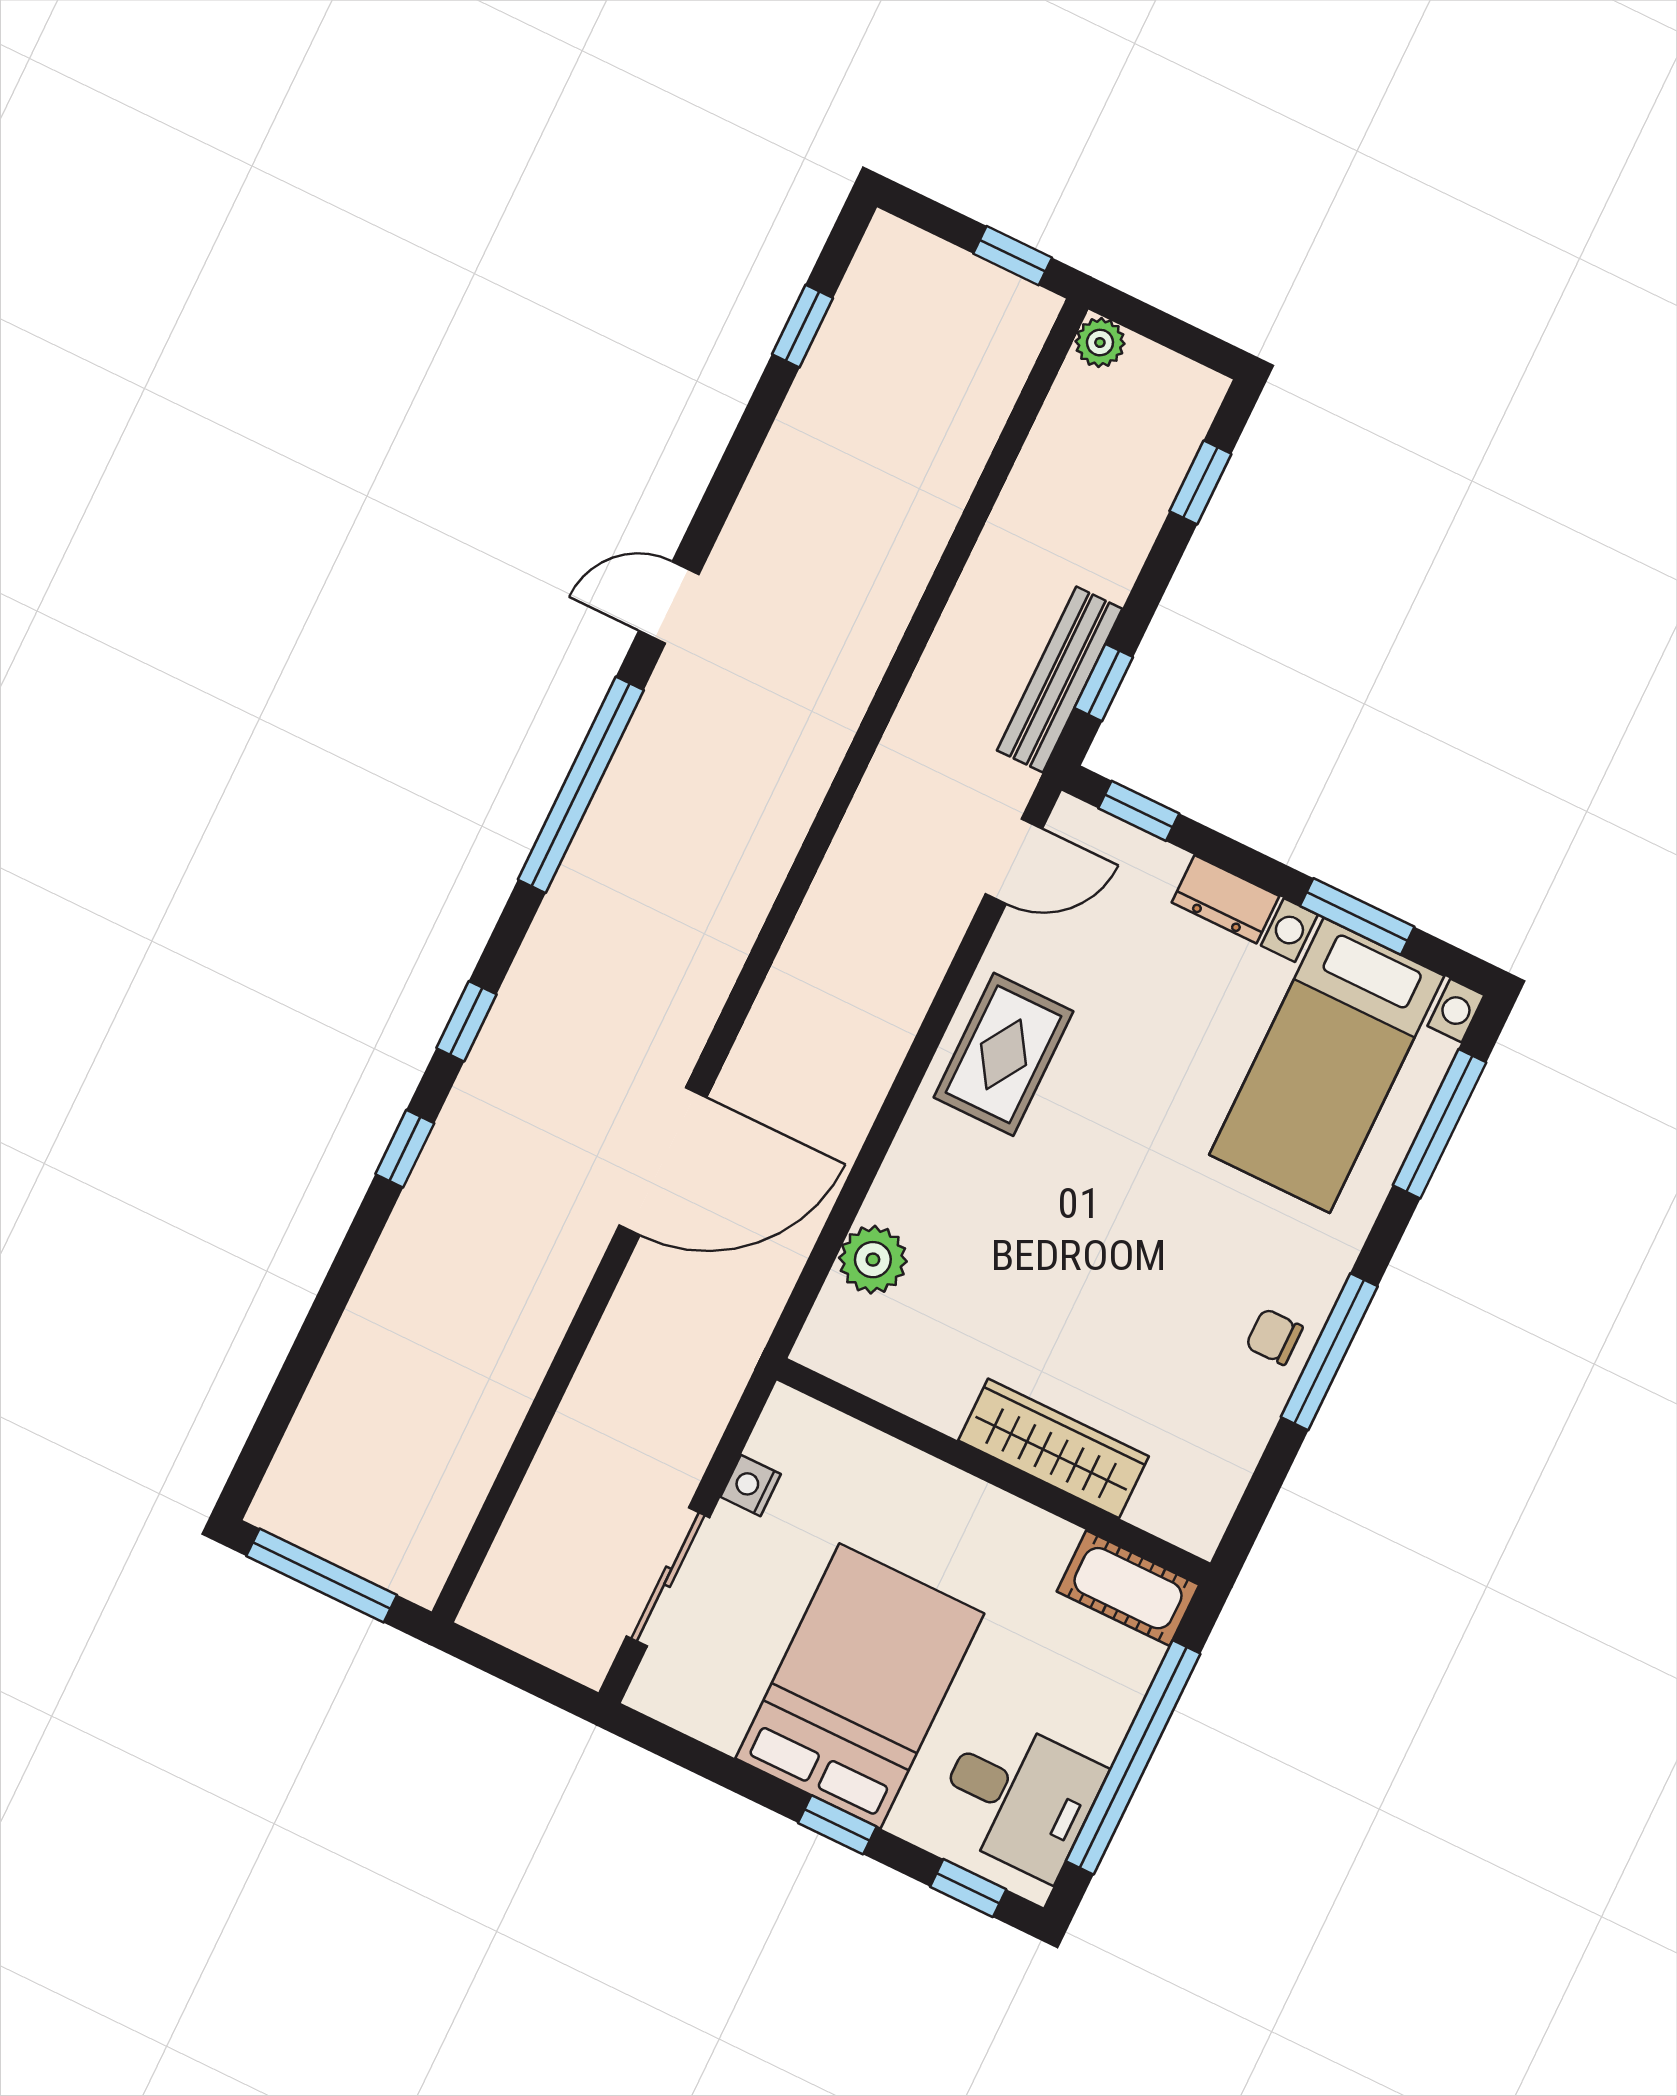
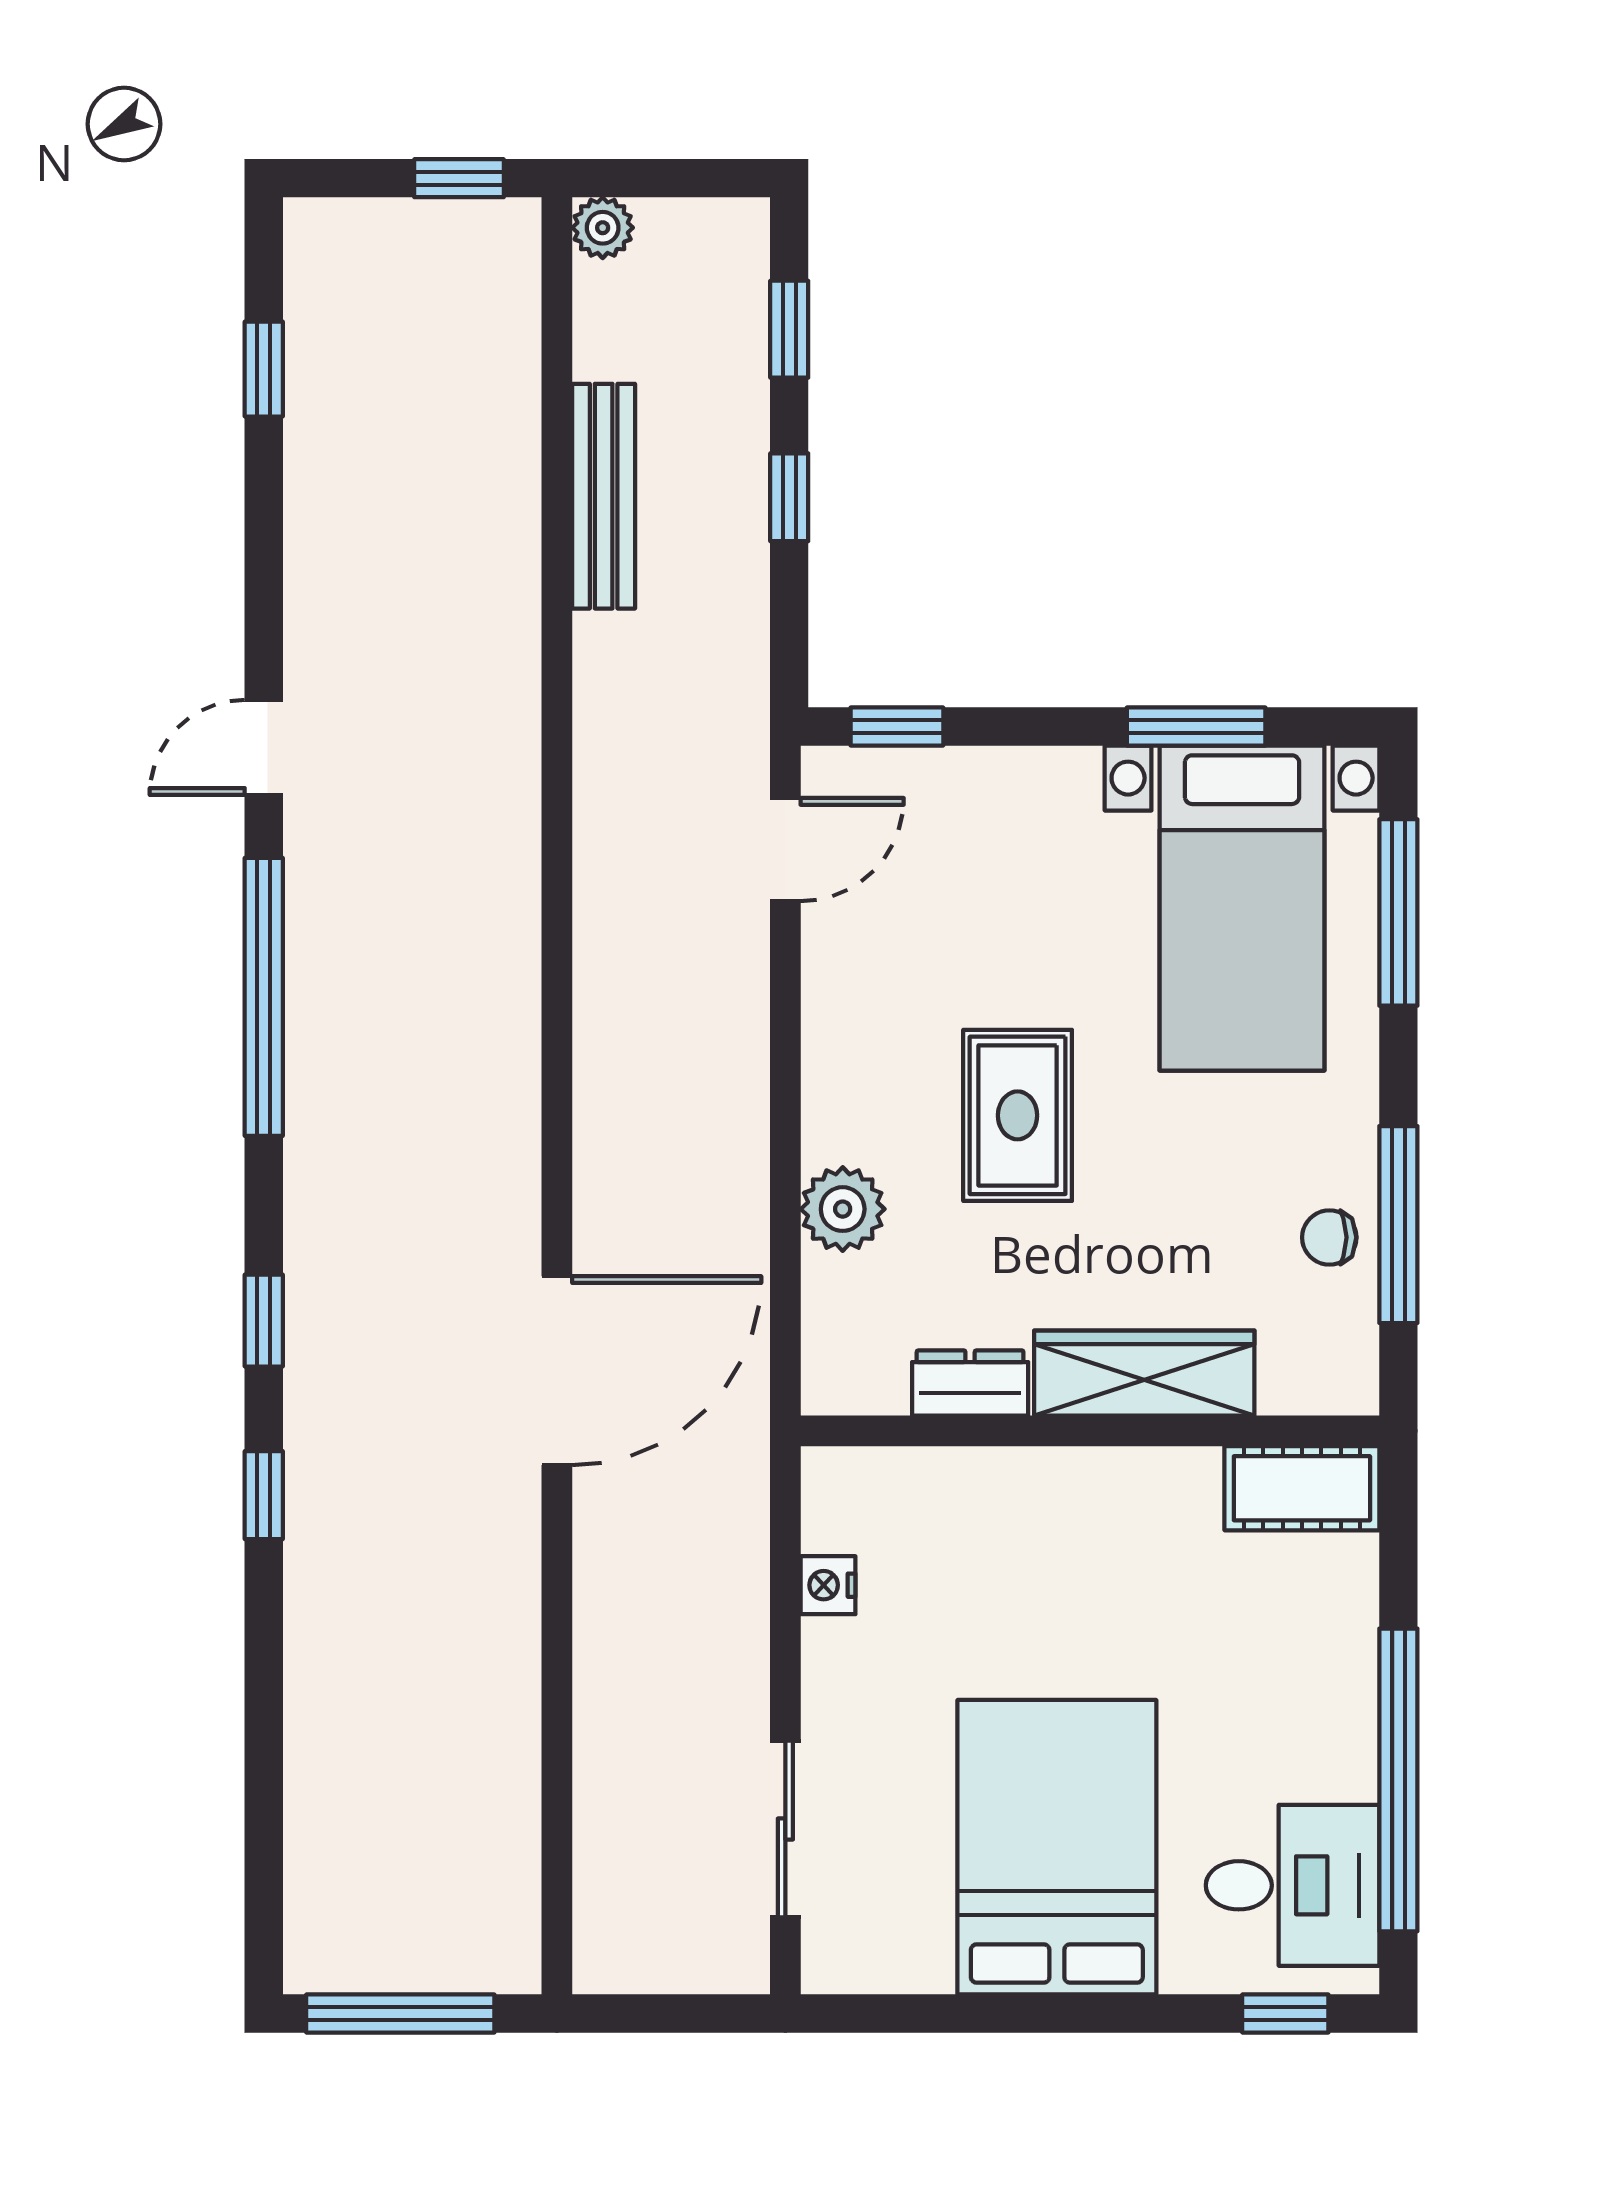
bench: (1060, 680) -> (604, 496), moved
window: (1104, 683) -> (789, 497), moved
dresser: (1225, 899) -> (970, 1383), moved, turned 180
rug: (1004, 1054) -> (1018, 1115), moved
plant: (873, 1260) -> (843, 1209), moved
wardrobe: (1053, 1448) -> (1144, 1373), moved
wall: (993, 1471) -> (1090, 1431), moved
nightstand: (751, 1485) -> (828, 1585), moved
cot: (1128, 1588) -> (1302, 1488), moved
window: (837, 1825) -> (1106, 2013), removed

